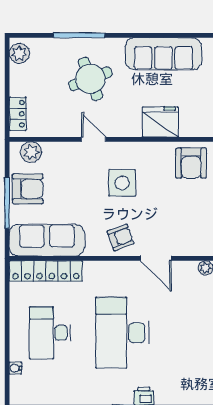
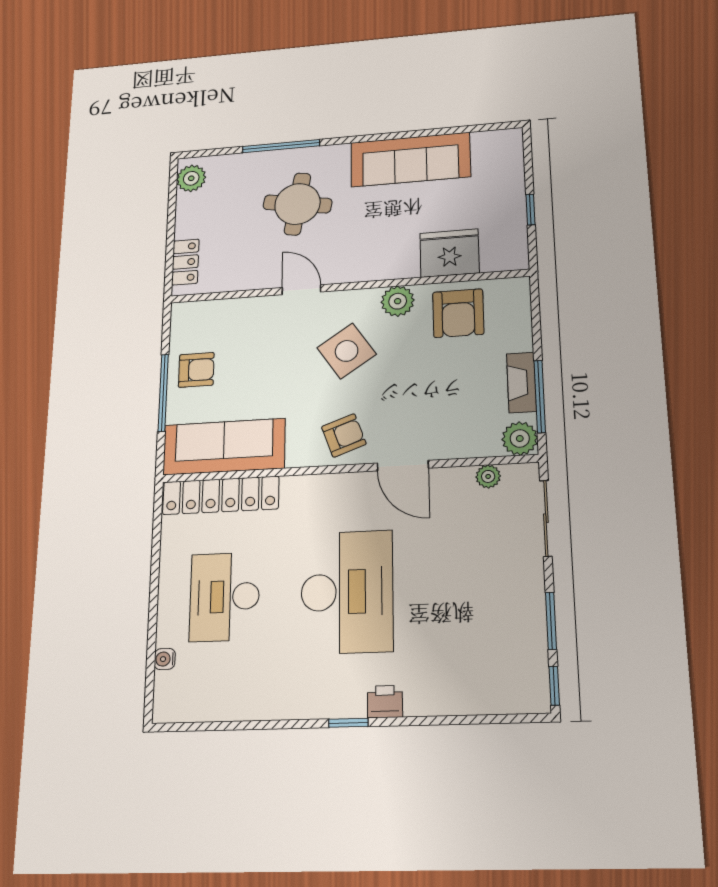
round table: (90, 79) -> (297, 204), turned 30
fridge: (160, 122) -> (449, 253), moved
plant: (31, 152) -> (398, 301), moved
side table: (122, 183) -> (347, 351), turned -34
armchair: (28, 189) -> (196, 370), width x0.72, depth x0.72
desk: (122, 333) -> (347, 592), turned 180

